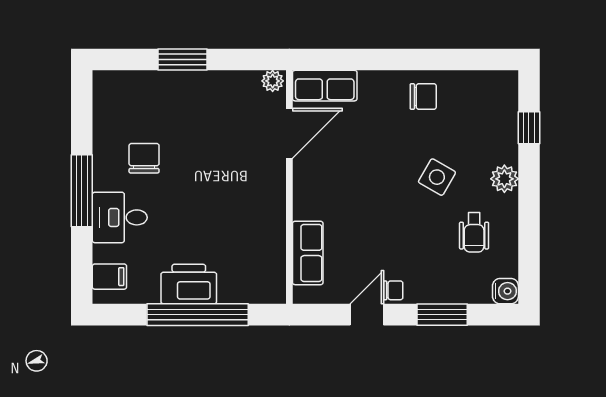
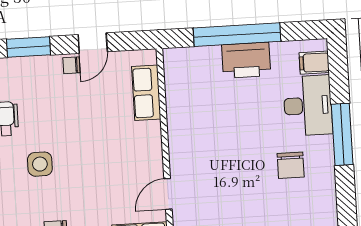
door: (289, 133) -> (168, 194), width x0.73
side table: (437, 177) -> (40, 164), turned -30
desk: (120, 217) -> (308, 106), width x1.37

